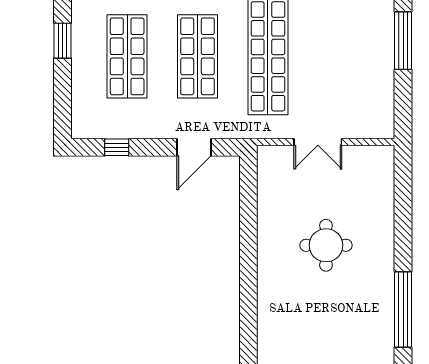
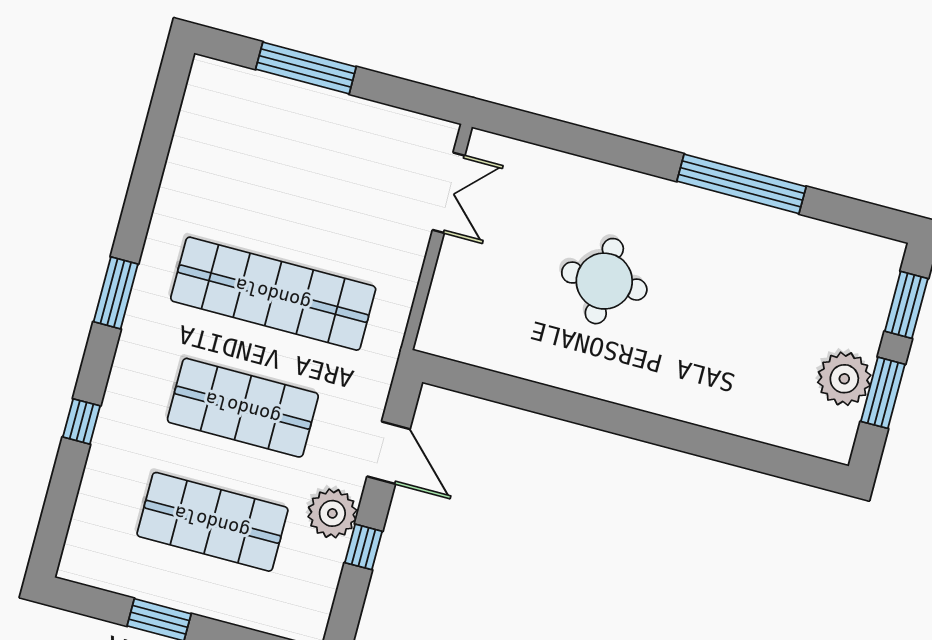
plant: (150, 124) -> (332, 513), added
double door: (318, 142) -> (449, 193), moved
window: (117, 147) -> (363, 547), moved

